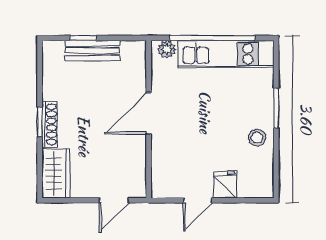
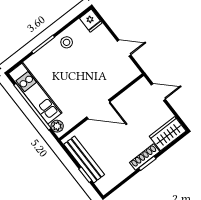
bench: (93, 51) -> (84, 159), width x1.36
fridge: (225, 185) -> (91, 21), moved, turned -90

